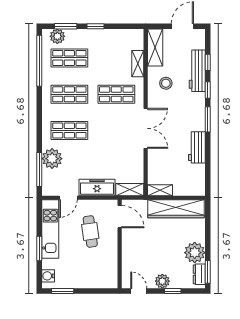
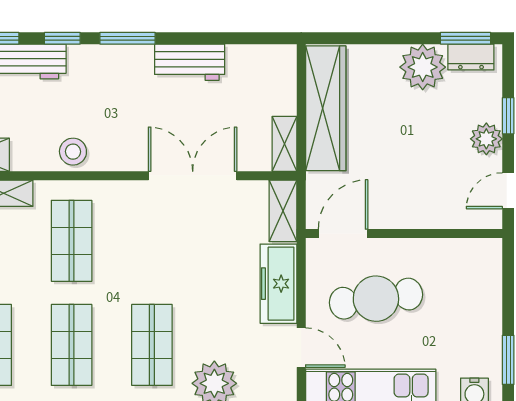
stool: (166, 83) -> (73, 152), moved
double door: (146, 128) -> (193, 176), moved
cafe table: (90, 231) -> (376, 299), width x1.37, depth x1.35

